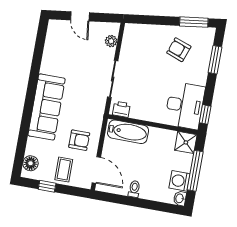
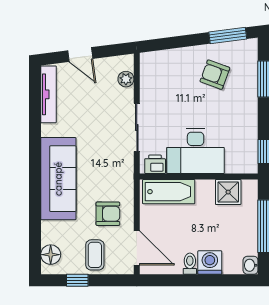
tv unit: (51, 42) -> (48, 94), added
desk: (185, 106) -> (196, 151), moved, turned 90
shower: (186, 142) -> (228, 192), moved
washing machine: (180, 181) -> (210, 263), moved, turned 90

